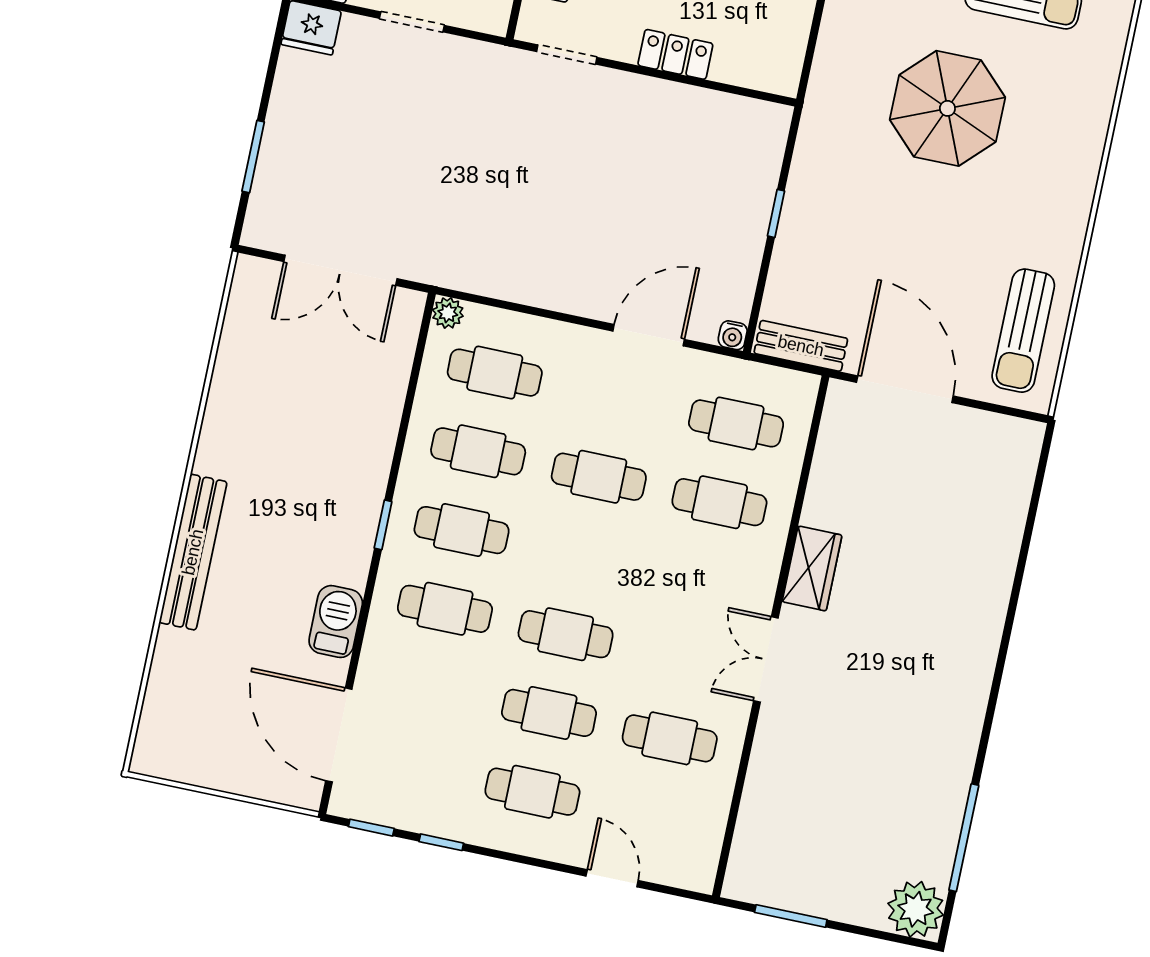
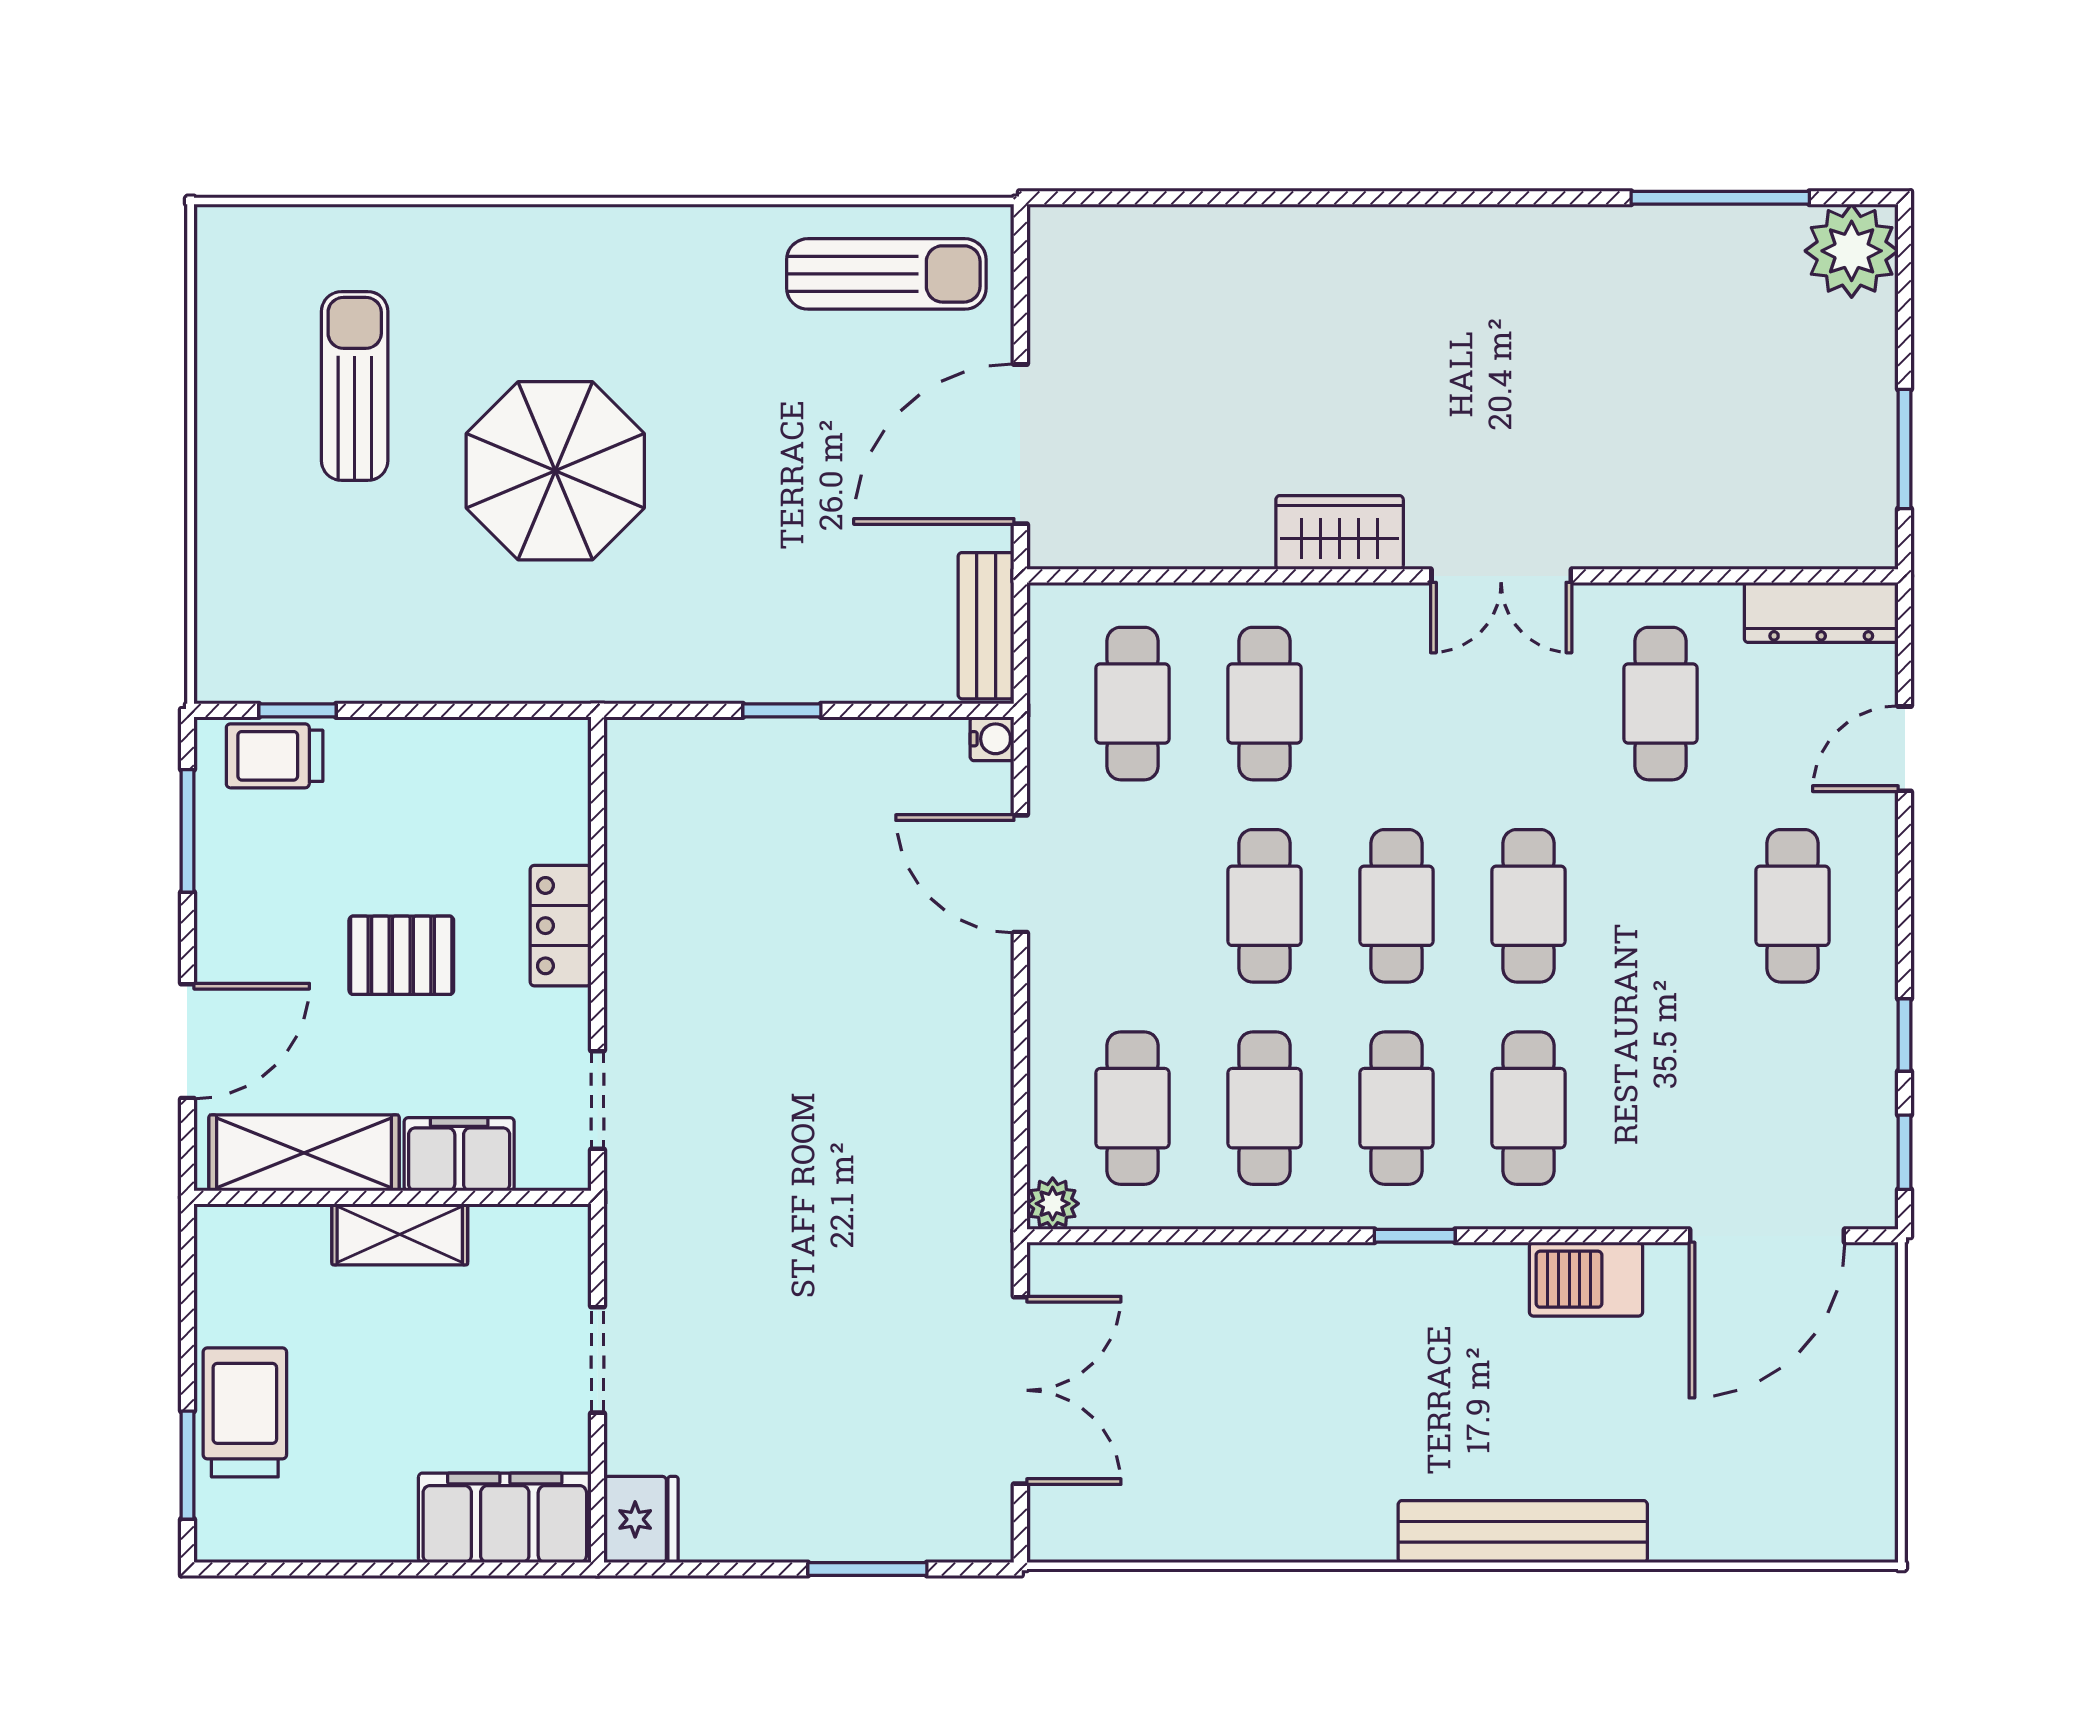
cafe table: (549, 713) -> (1396, 906), moved
dresser: (704, 846) -> (1821, 612), added

